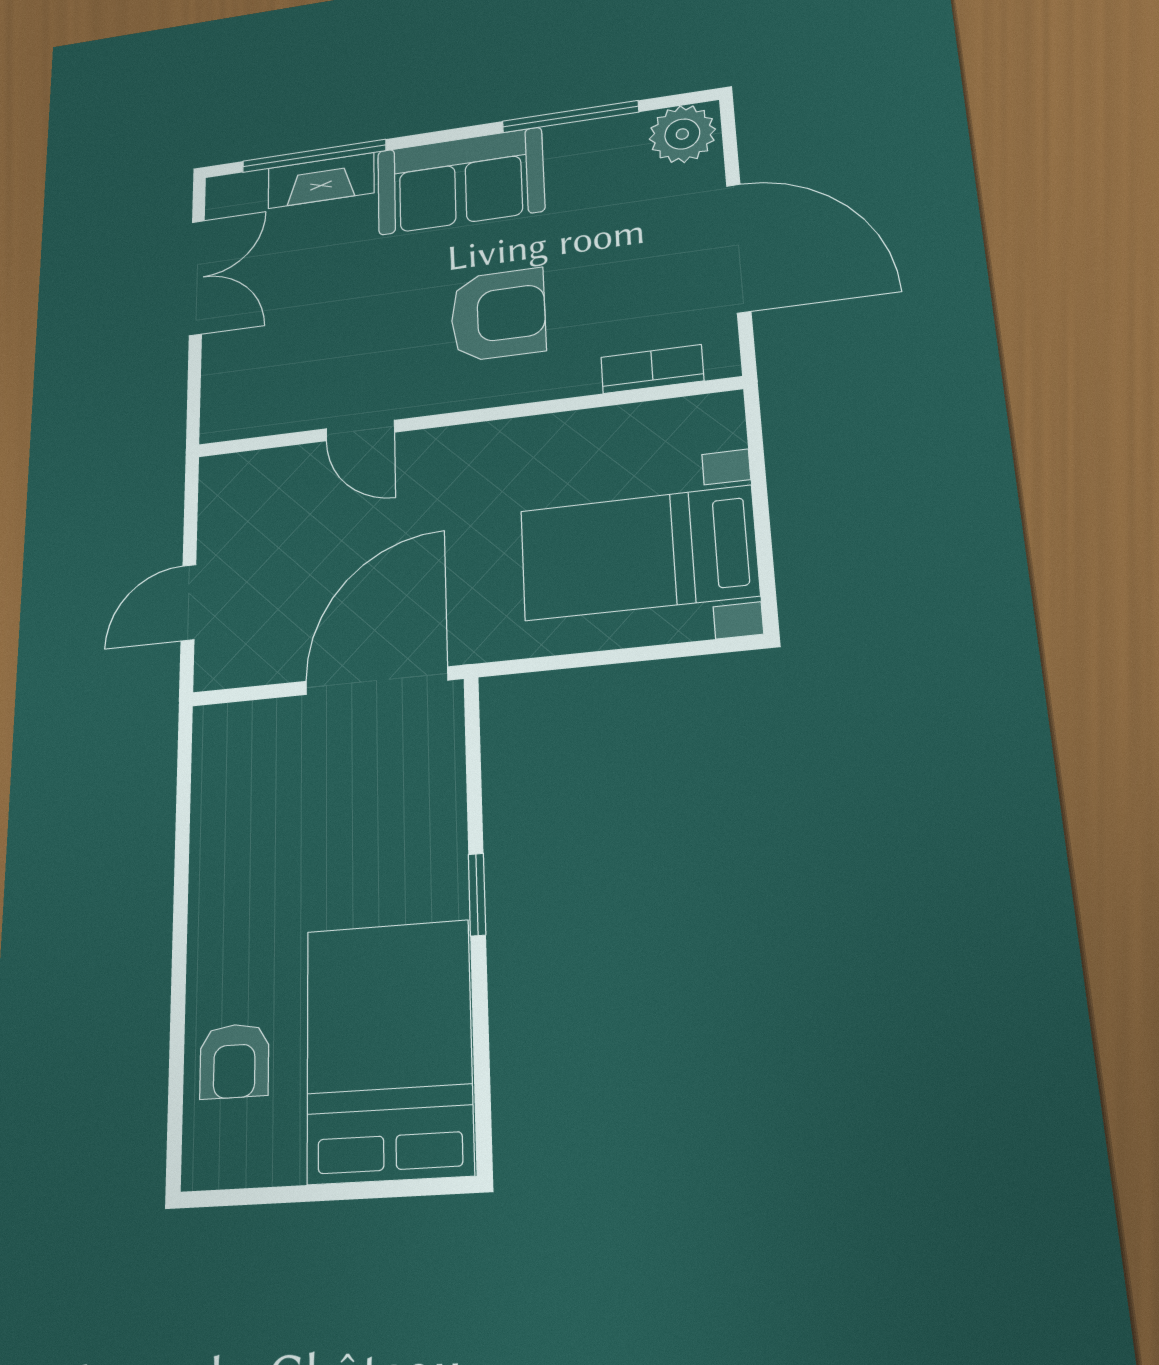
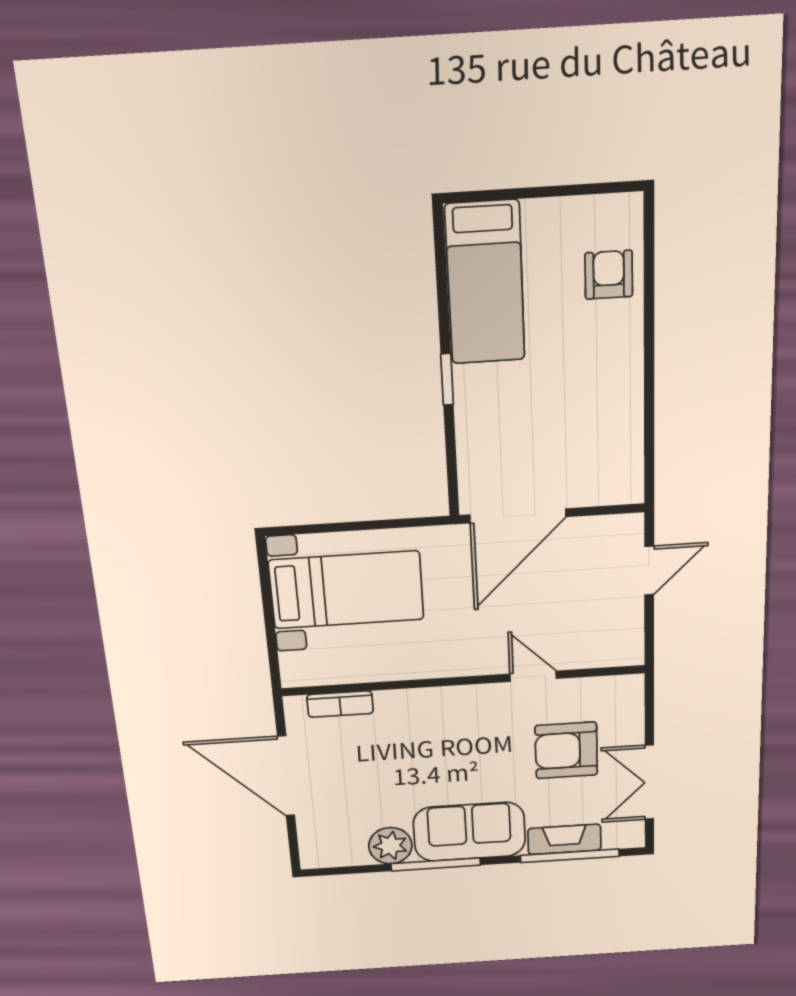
window: (570, 117) -> (436, 864), moved
plant: (682, 134) -> (390, 846), moved
armchair: (498, 315) -> (566, 750), moved
bed: (389, 1050) -> (485, 283), width x0.67

